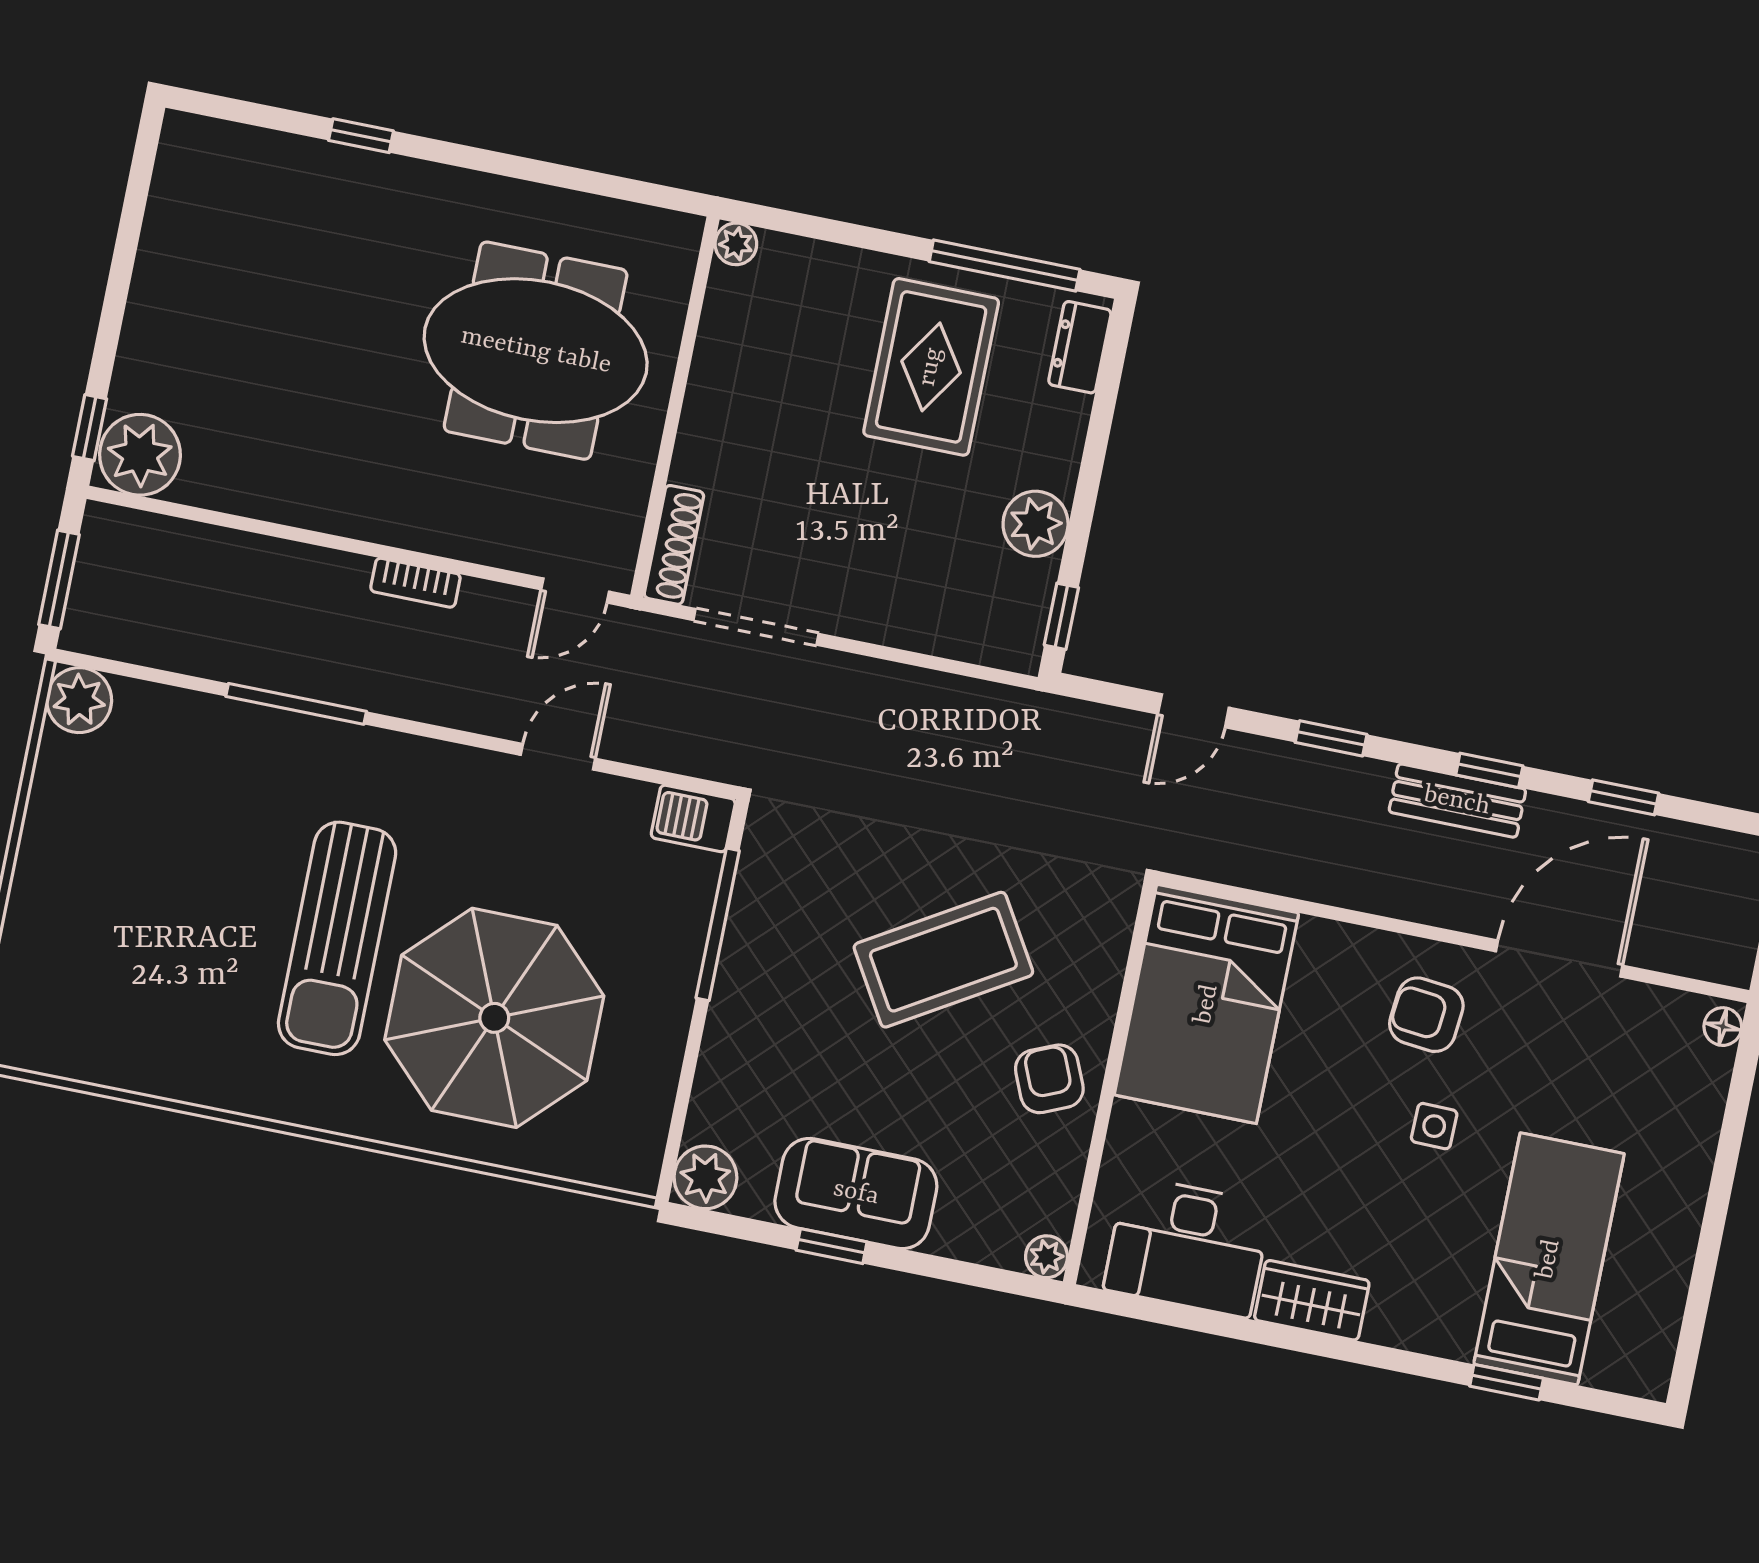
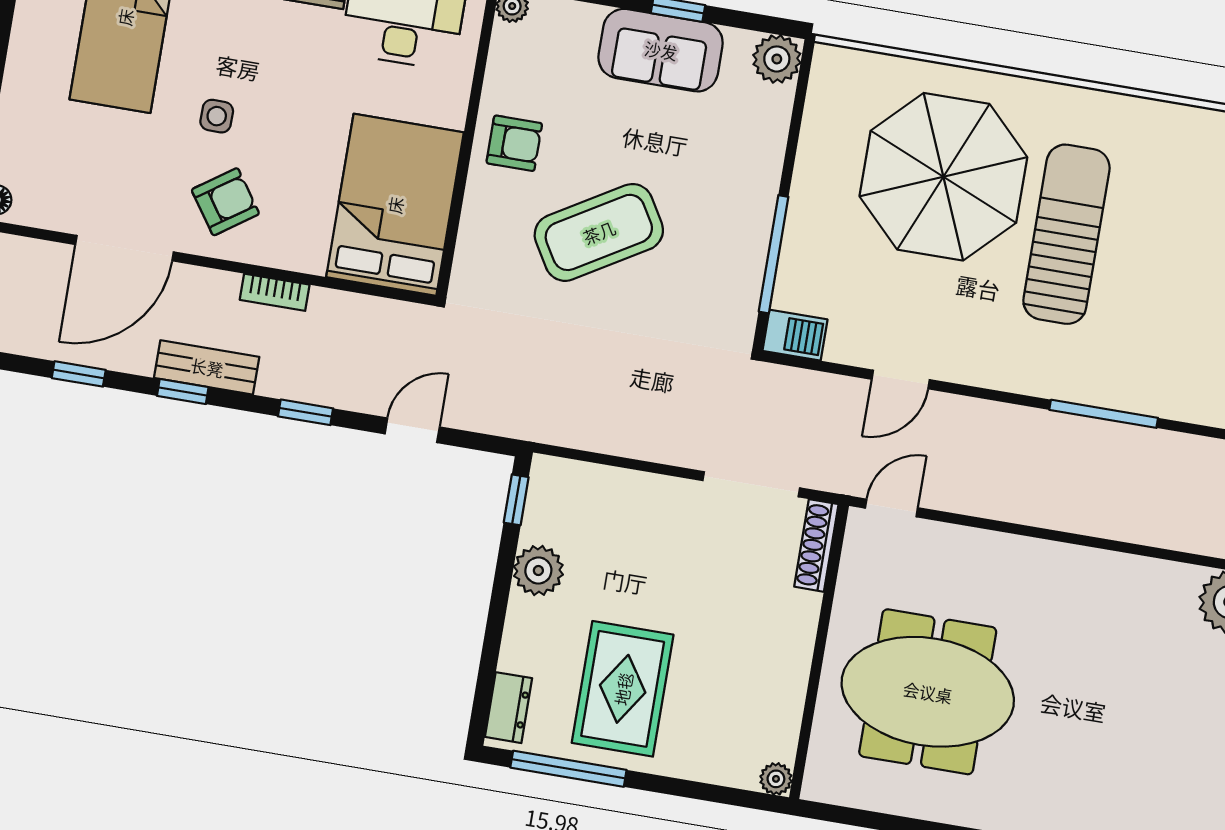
bookcase: (415, 583) -> (275, 292), moved, turned 180
armchair: (1426, 1015) -> (225, 202), turned -41
armchair: (1049, 1079) -> (514, 143), turned -67

